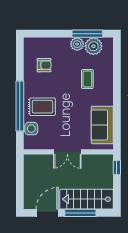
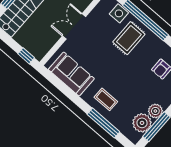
window: (117, 73) -> (103, 123), added
coffee table: (87, 79) -> (106, 99), moved

